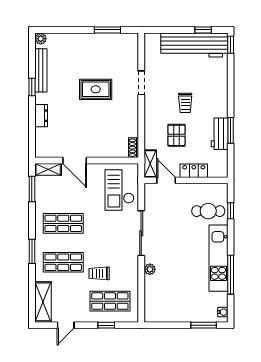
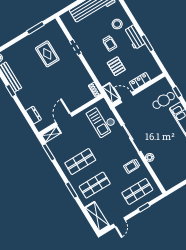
stool: (208, 85) -> (117, 24), added
rug: (96, 89) -> (47, 54), moved, turned 90
dresser: (41, 116) -> (34, 115), moved
workbench: (220, 134) -> (134, 37), moved
door: (75, 161) -> (64, 119), swing flipped
trolley: (99, 273) -> (132, 166), moved

